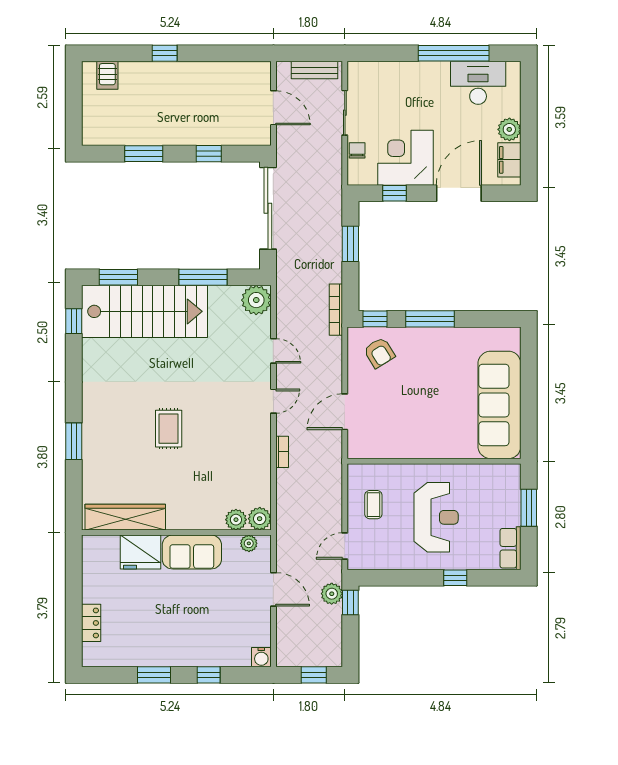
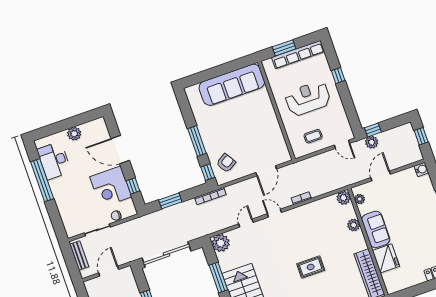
filing cabinet: (509, 160) -> (91, 128), removed
door: (345, 412) -> (266, 171), hinge flipped
plant: (236, 520) -> (354, 225), moved
row of seats: (511, 548) -> (298, 55), width x2.02

